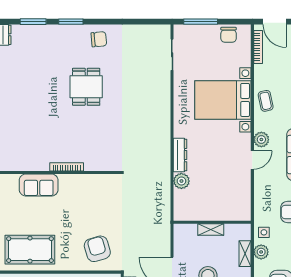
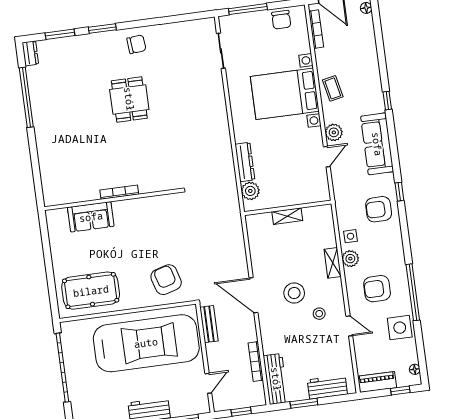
wall: (212, 222) -> (288, 208), moved
shelving: (211, 229) -> (287, 216), moved

